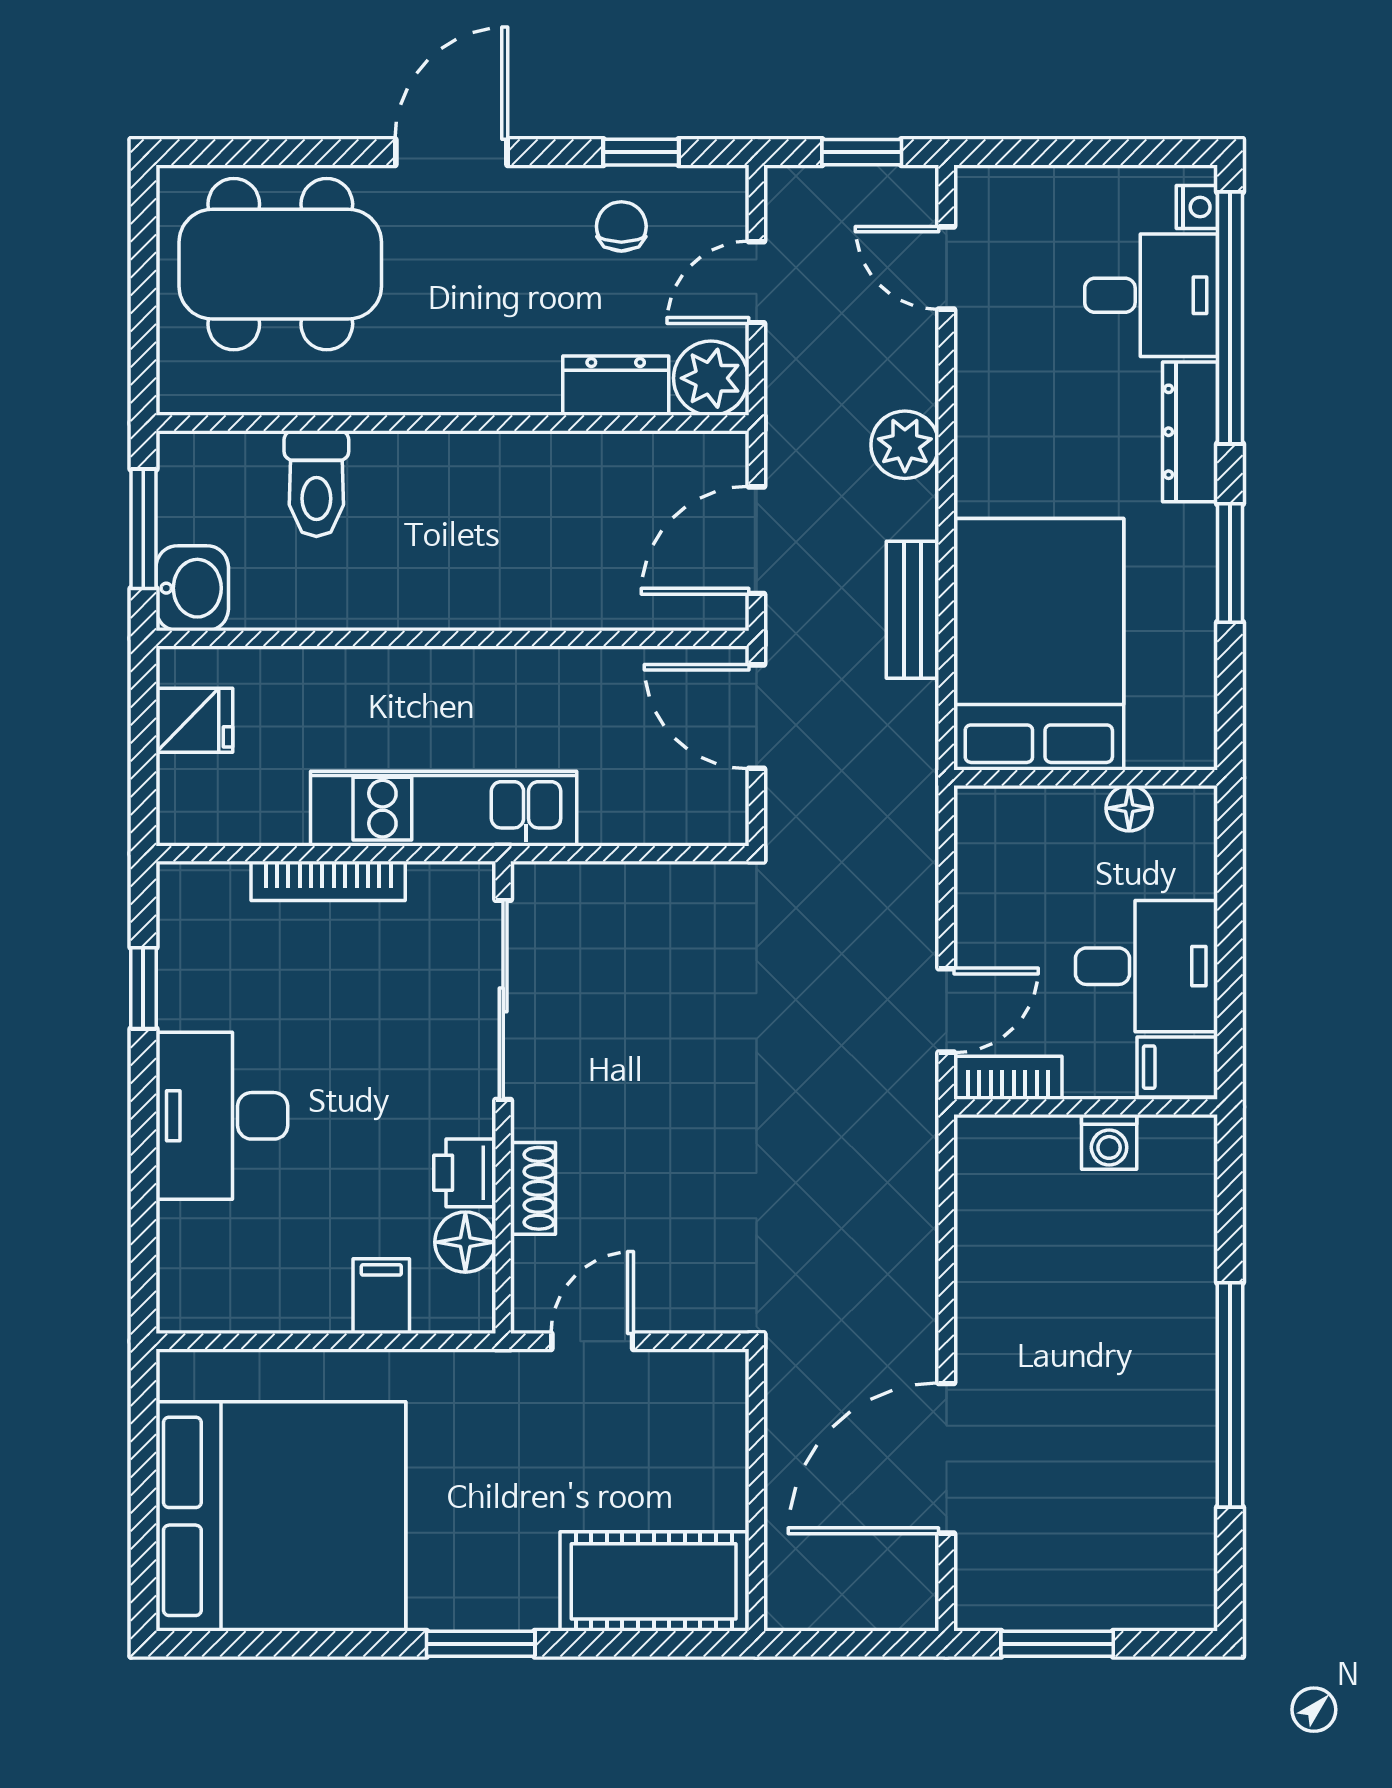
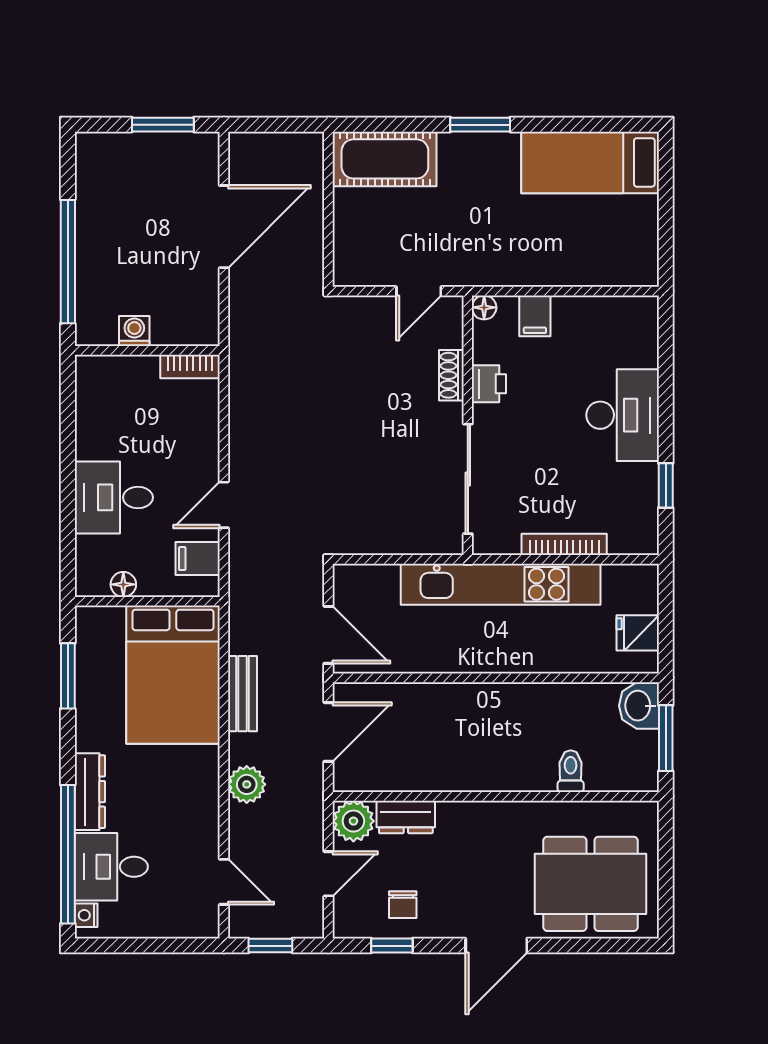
toilet: (316, 484) -> (571, 771), width x0.73, depth x0.72
window: (1230, 563) -> (68, 676), moved
kitchen unit: (444, 809) -> (501, 584), width x1.36
door: (946, 1010) -> (224, 505), moved
filing cabinet: (1177, 1067) -> (198, 559), moved, turned 180
bookcase: (1008, 1078) -> (190, 366), moved
wall: (1086, 1107) -> (147, 350), moved
washing machine: (1109, 1142) -> (134, 331), moved
floor lamp: (465, 1242) -> (484, 307), moved, width x0.73, depth x0.73
bed: (281, 1516) -> (590, 162), width x0.49

